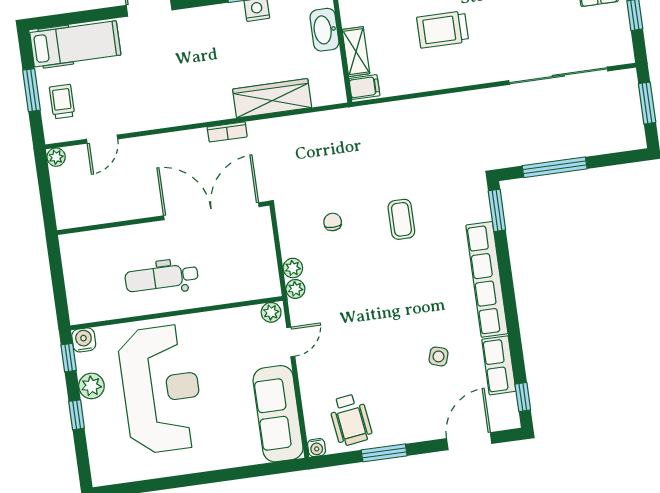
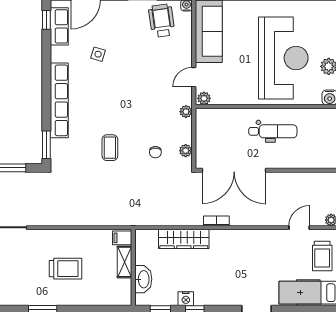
trolley: (62, 102) -> (322, 256), width x1.36, depth x1.39
plant: (293, 268) -> (186, 151), moved
row of seats: (499, 365) -> (59, 26), moved
reception desk: (161, 389) -> (283, 58), turned 180

